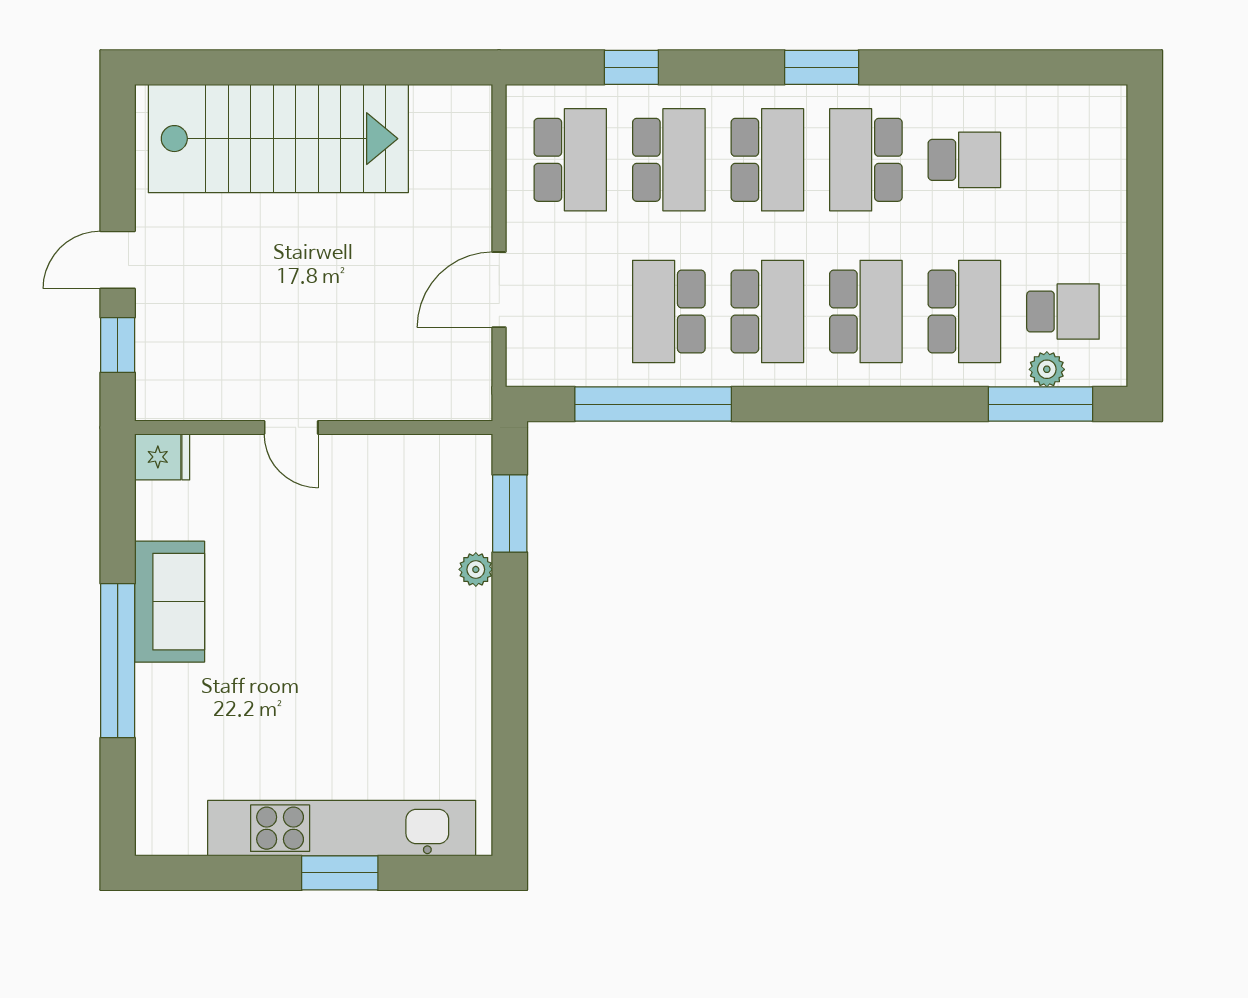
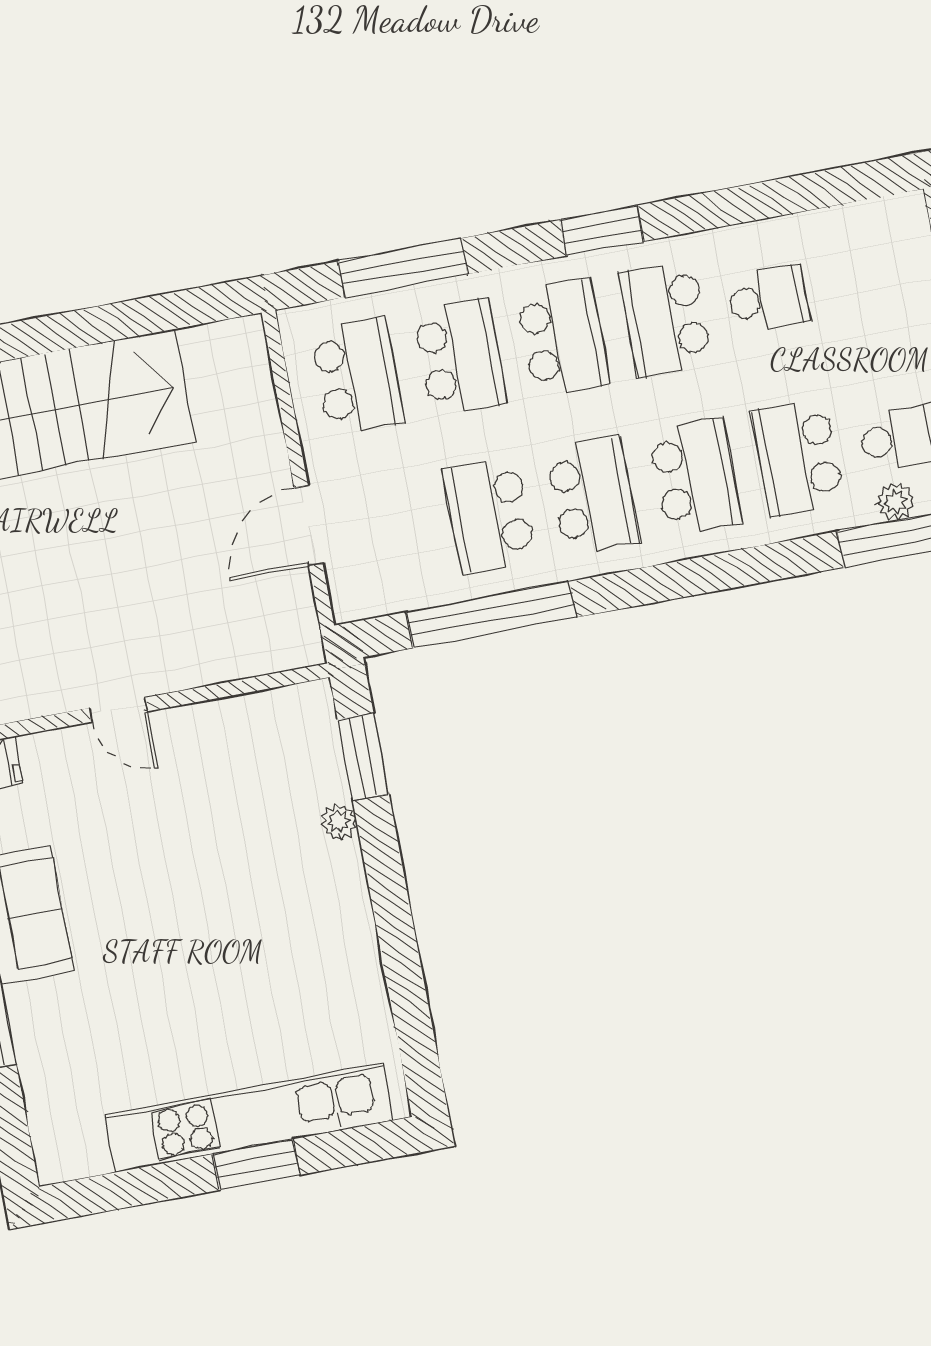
window: (631, 67) -> (403, 268), width x2.17
school desk: (964, 312) -> (798, 457), turned 180

